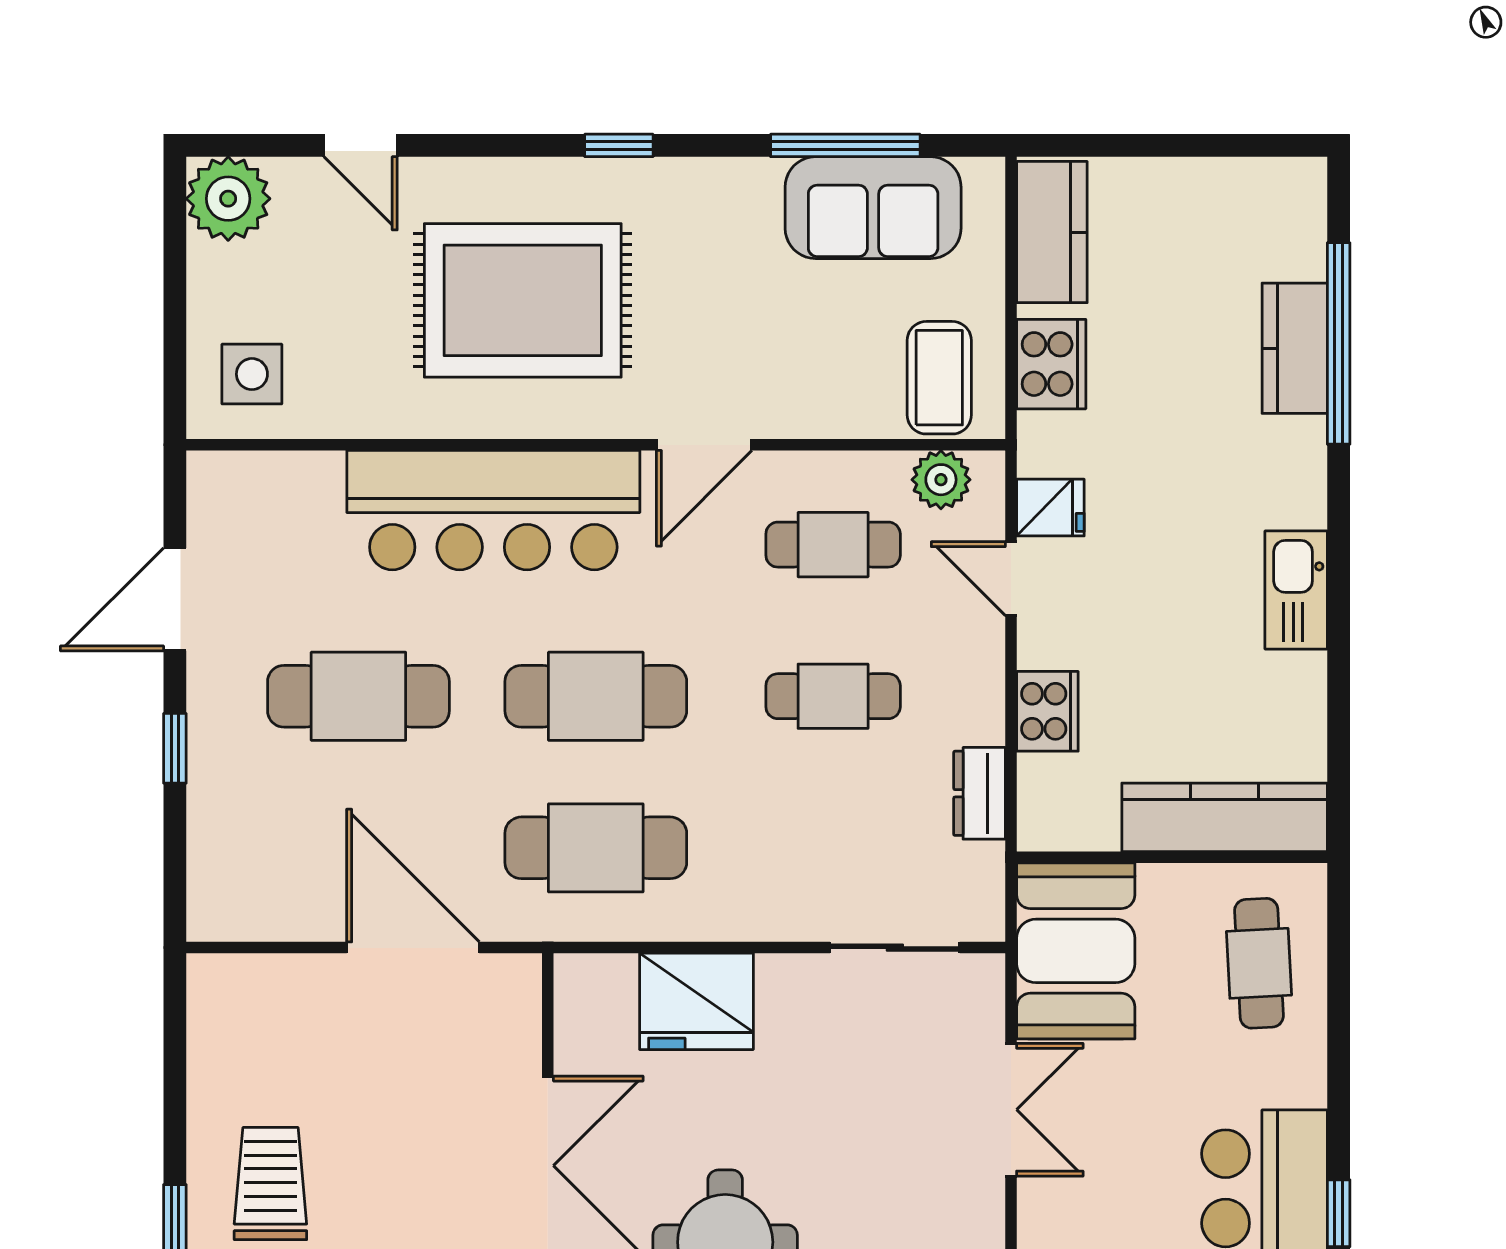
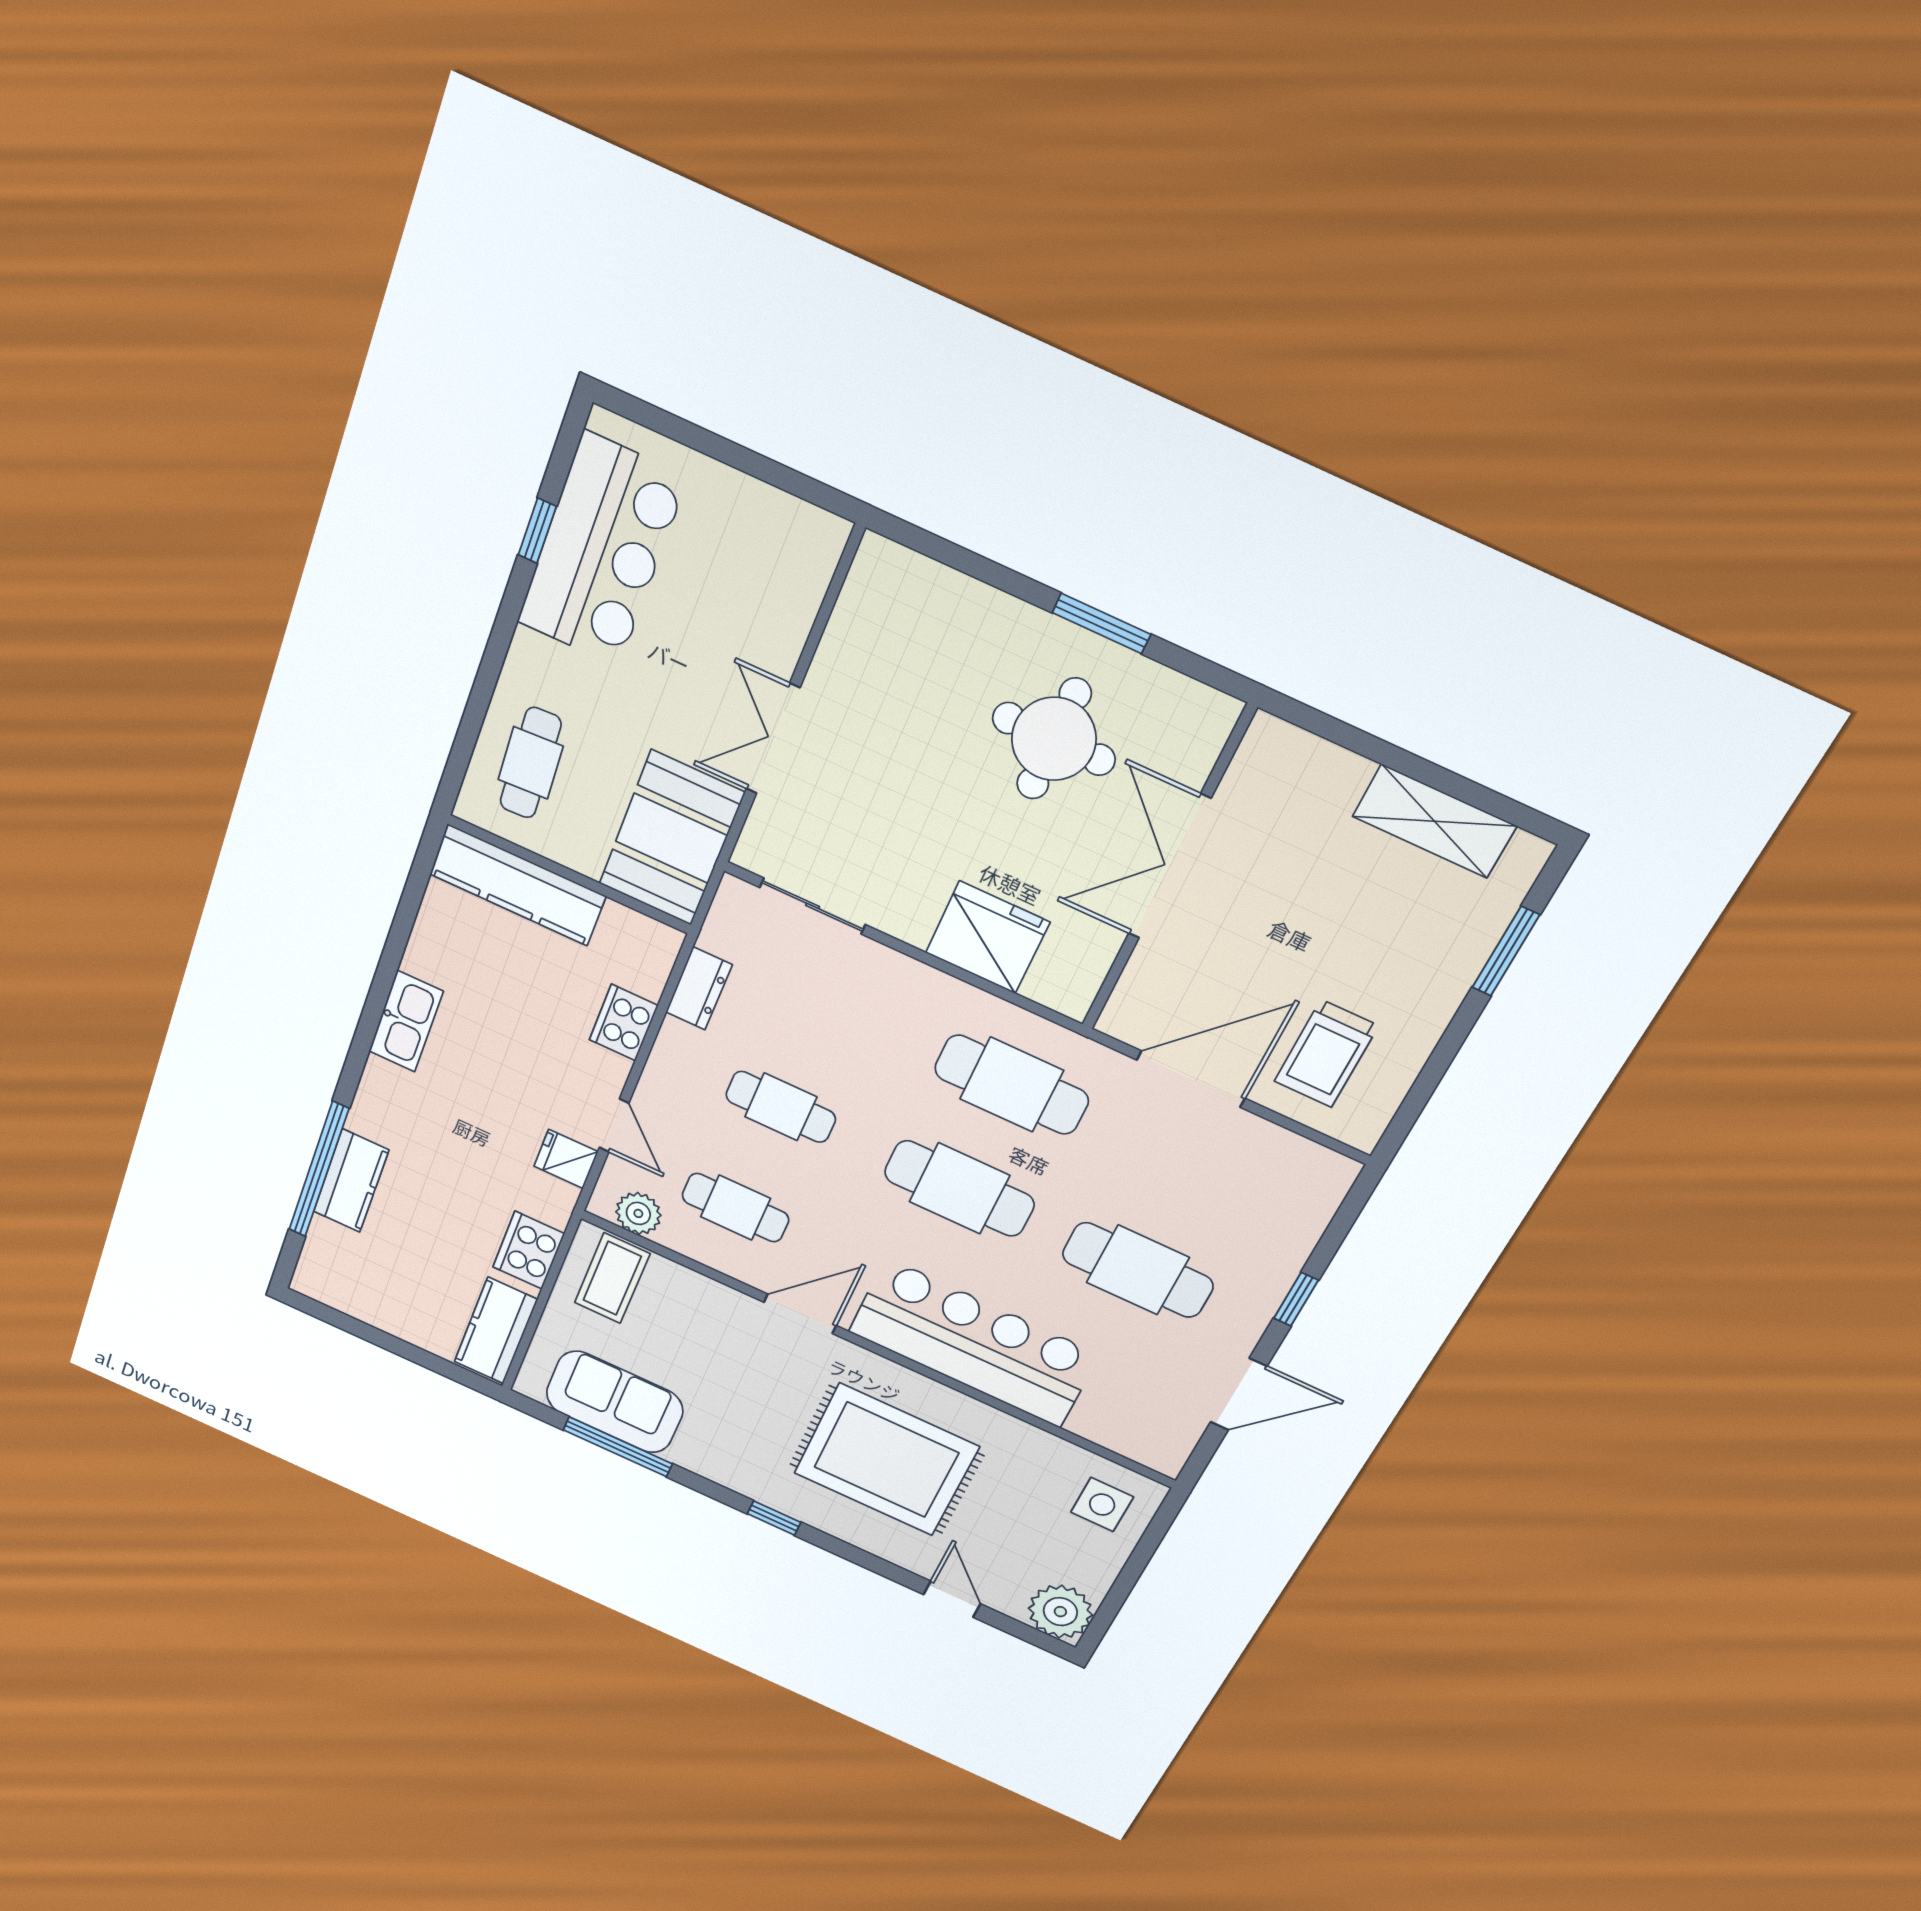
door: (413, 948) -> (1191, 1079), swing flipped
trolley: (270, 1184) -> (1326, 1054), moved

